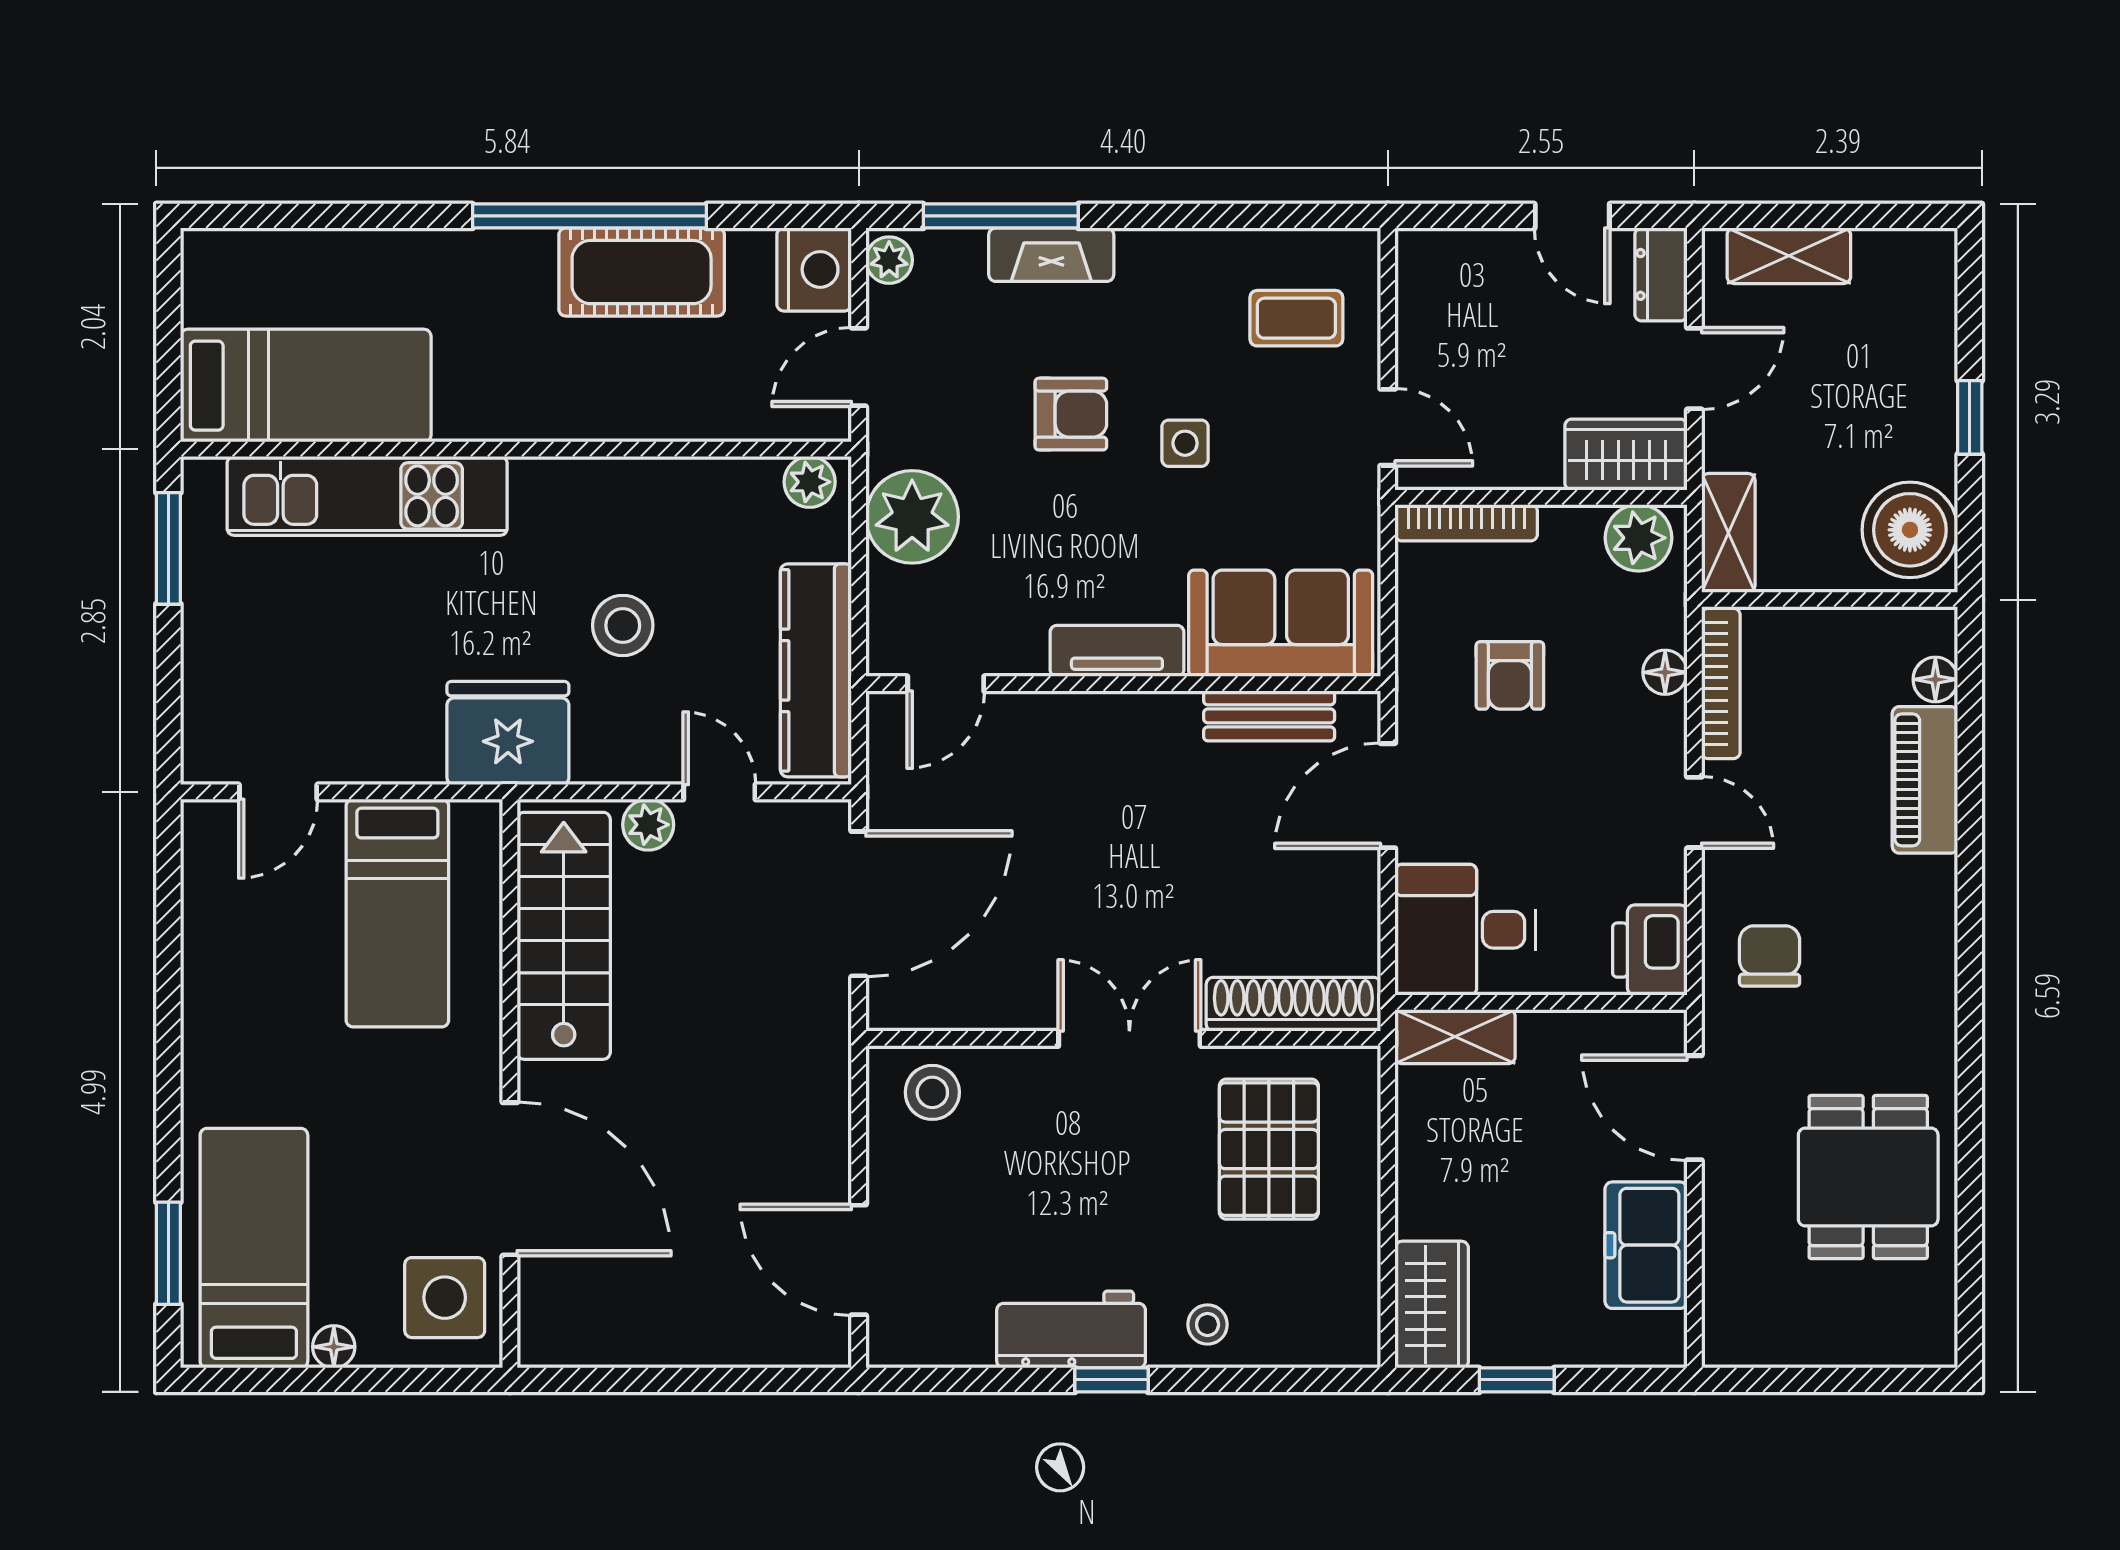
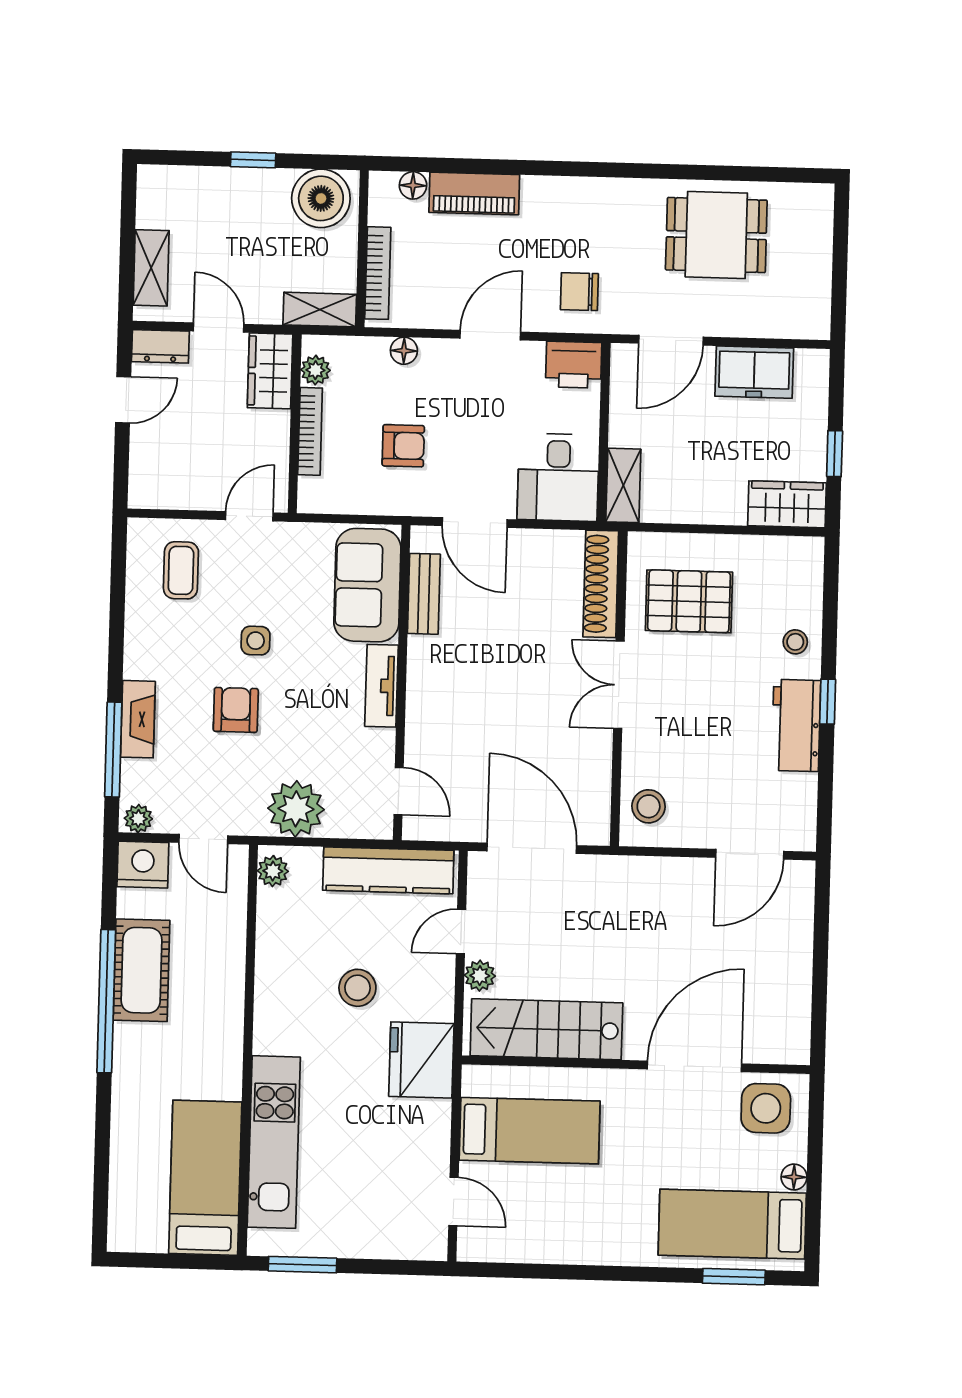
bookcase: (1466, 523) -> (310, 431), moved
plant: (1638, 538) -> (315, 370), width x0.73, depth x0.73
bookcase: (1721, 683) -> (378, 273), moved, turned 90
door: (1694, 812) -> (490, 335), width x1.38

